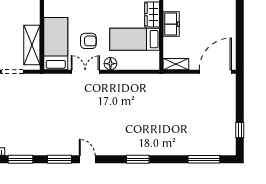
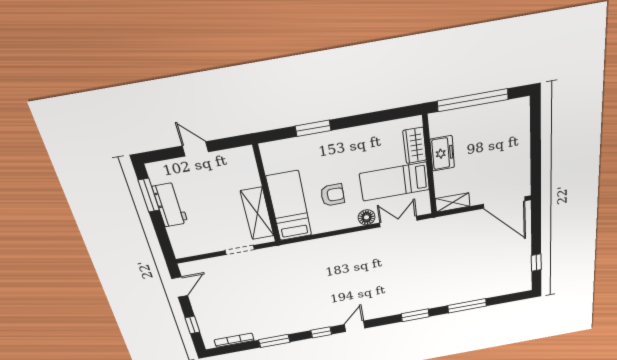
double door: (85, 72) -> (398, 222), moved
door: (215, 72) -> (504, 203), swing flipped
window: (59, 159) -> (321, 332), width x0.67
door: (87, 159) -> (355, 326), hinge flipped
window: (204, 159) -> (467, 306), moved

